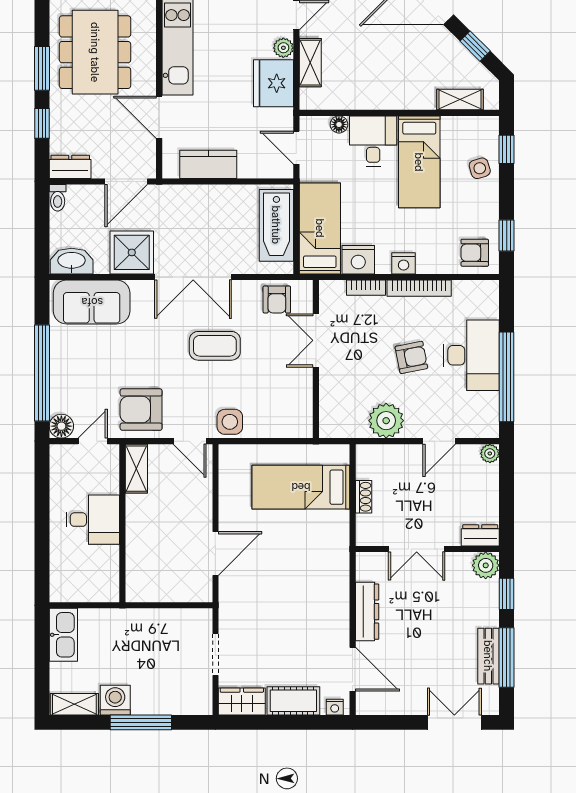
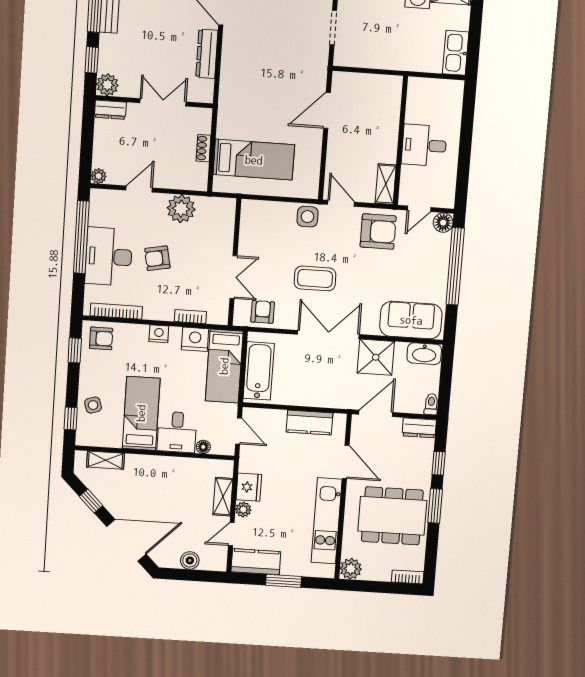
dining table: (95, 52) -> (392, 516), turned 90
fridge: (273, 83) -> (249, 487), width x0.73, depth x0.75
bookcase: (419, 288) -> (116, 311), moved

